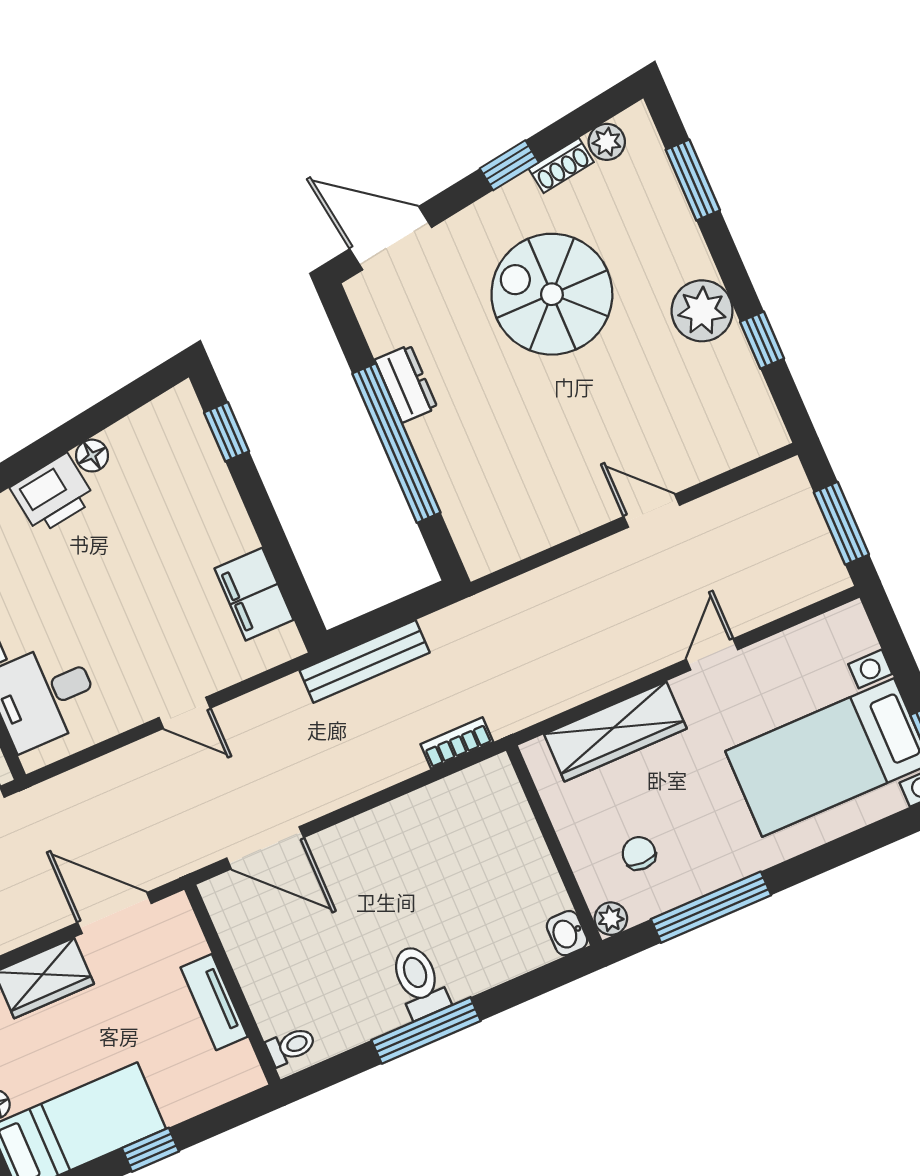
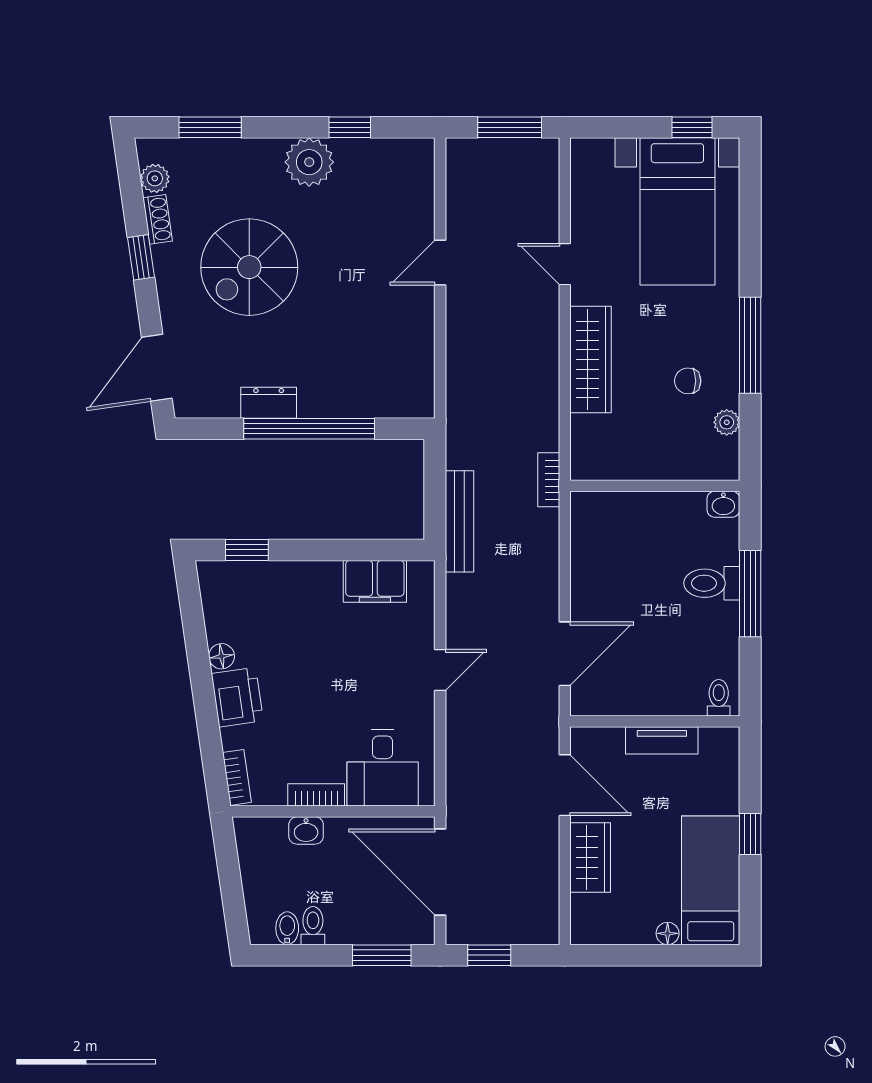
wall: (554, 845) -> (655, 486), moved
door: (114, 913) -> (565, 785), swing flipped
washbasin: (567, 933) -> (723, 504), moved

